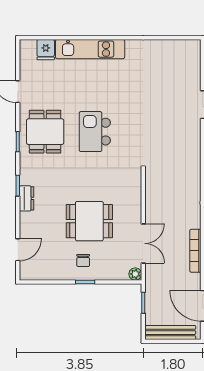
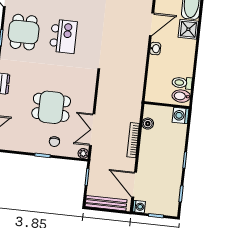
kitchen island: (95, 132) -> (63, 36), turned 180
double door: (143, 243) -> (92, 130), swing flipped
chair: (83, 261) -> (54, 142), moved

